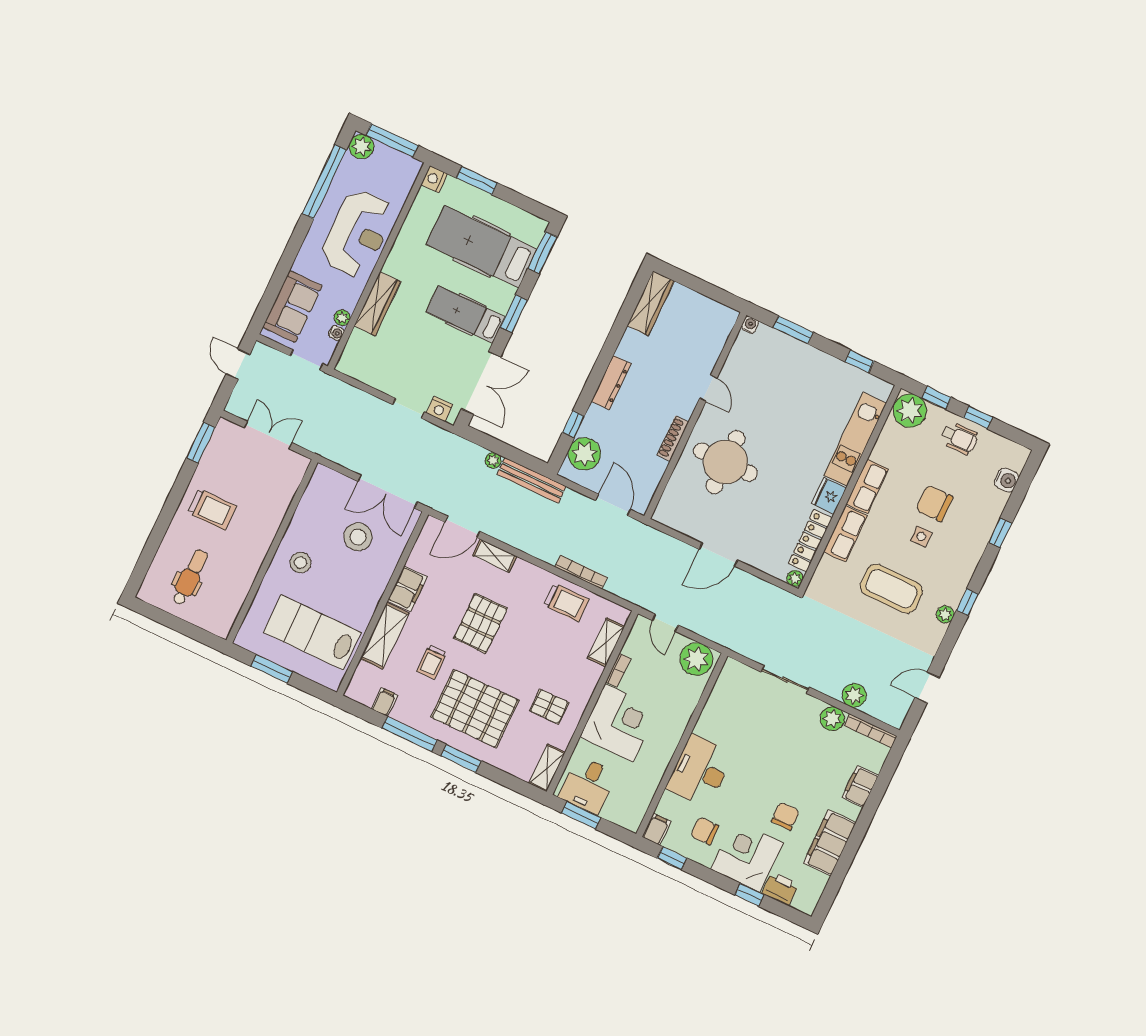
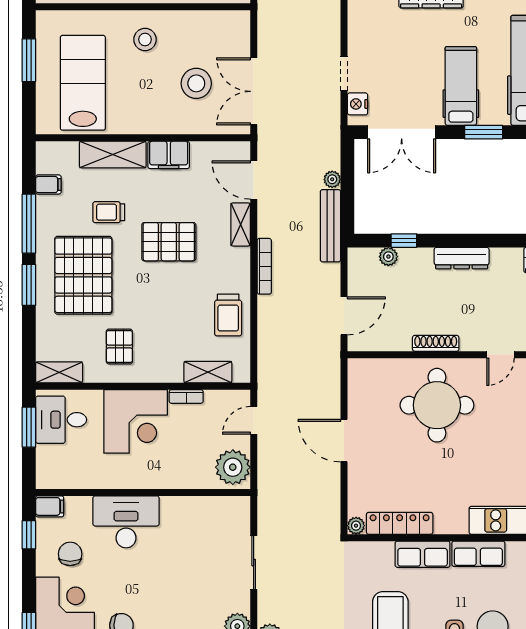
plant: (584, 454) -> (388, 257), width x0.53, depth x0.53
fridge: (829, 496) -> (452, 521), removed
bookcase: (581, 572) -> (264, 266), moved

